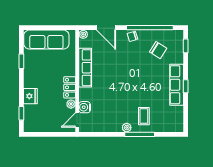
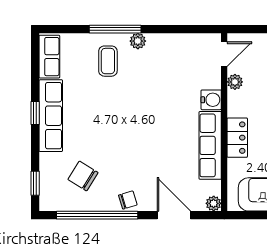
locker: (70, 87) -> (237, 138), moved
water cooler: (85, 107) -> (211, 100), moved
row of seats: (177, 119) -> (49, 57), added

